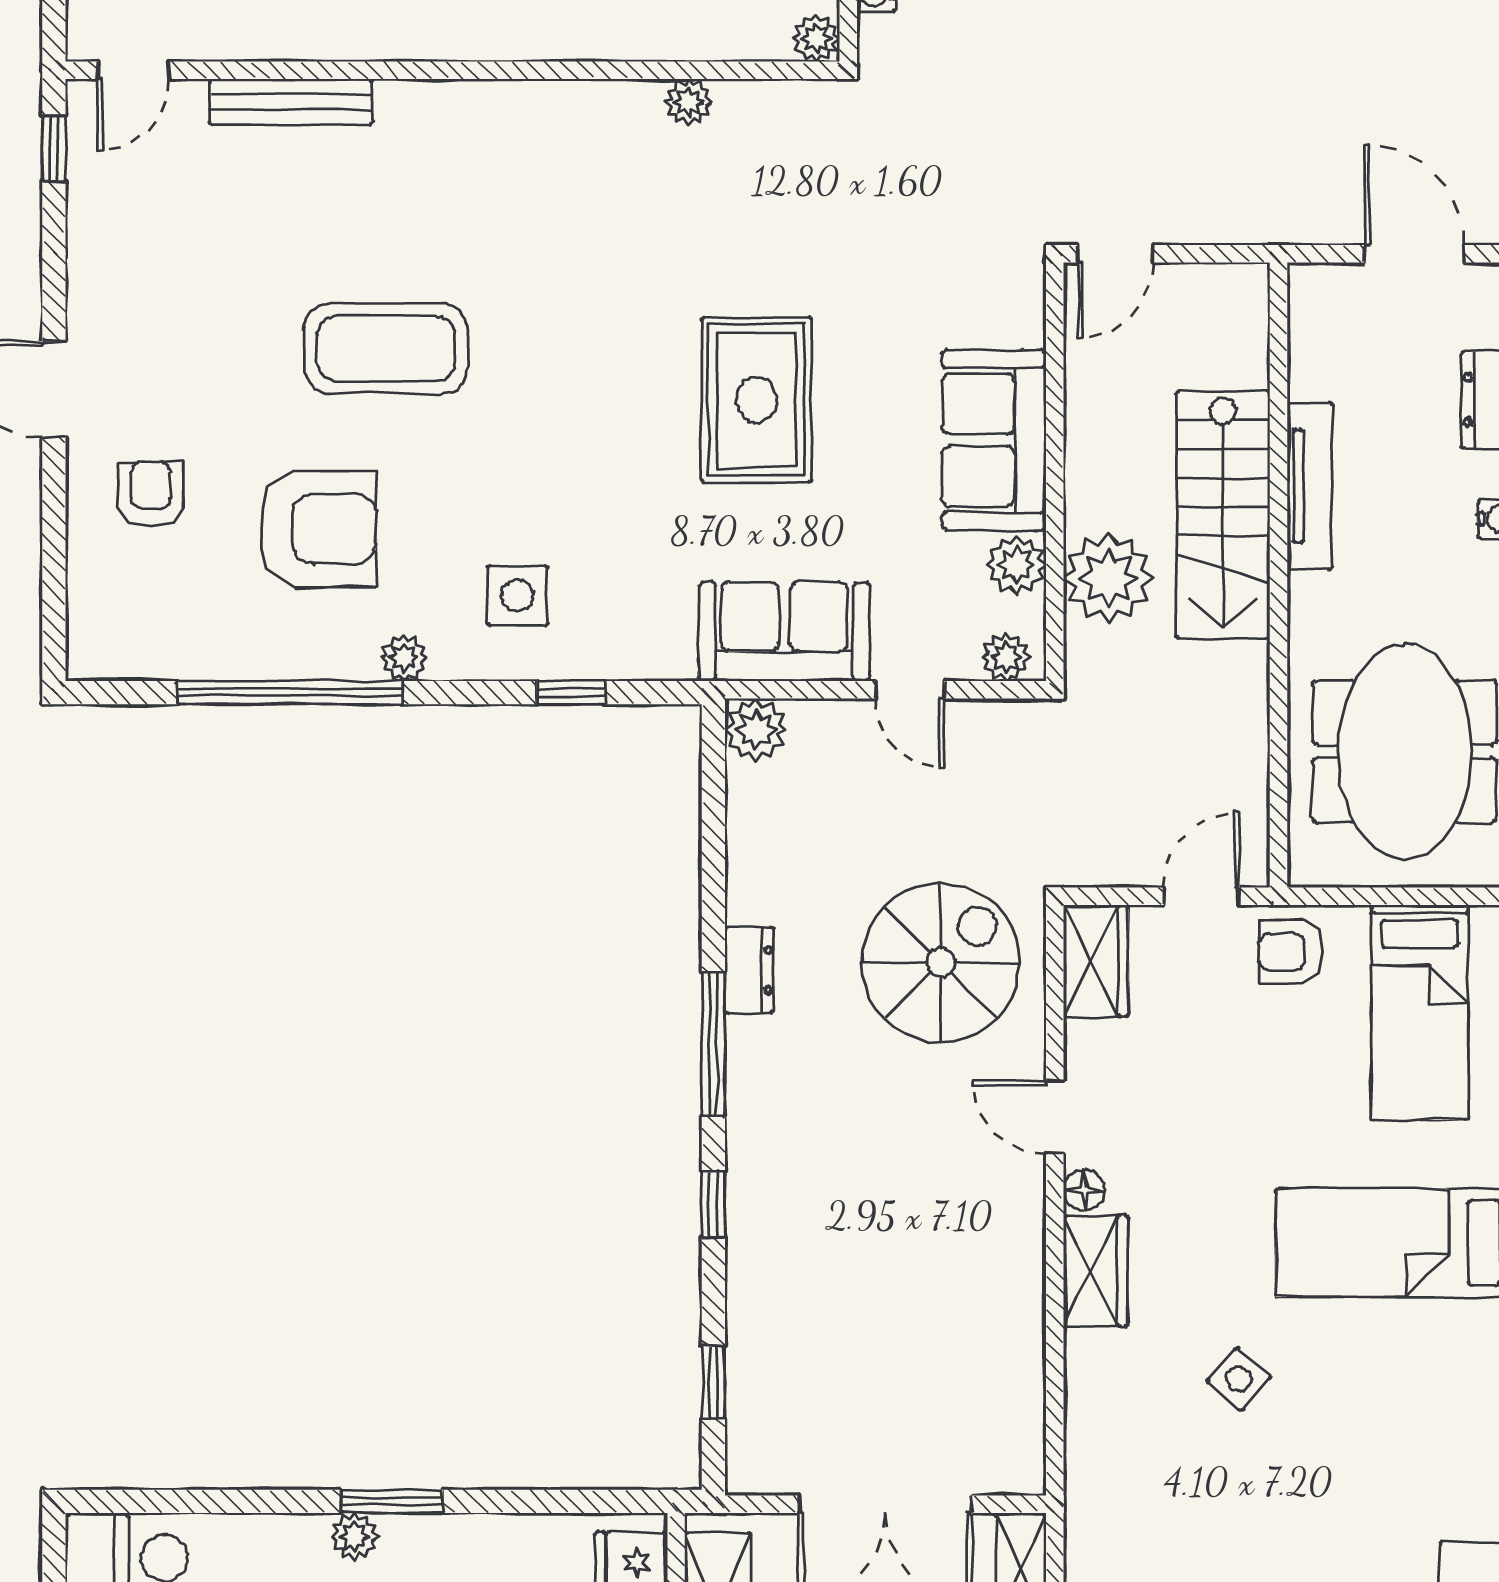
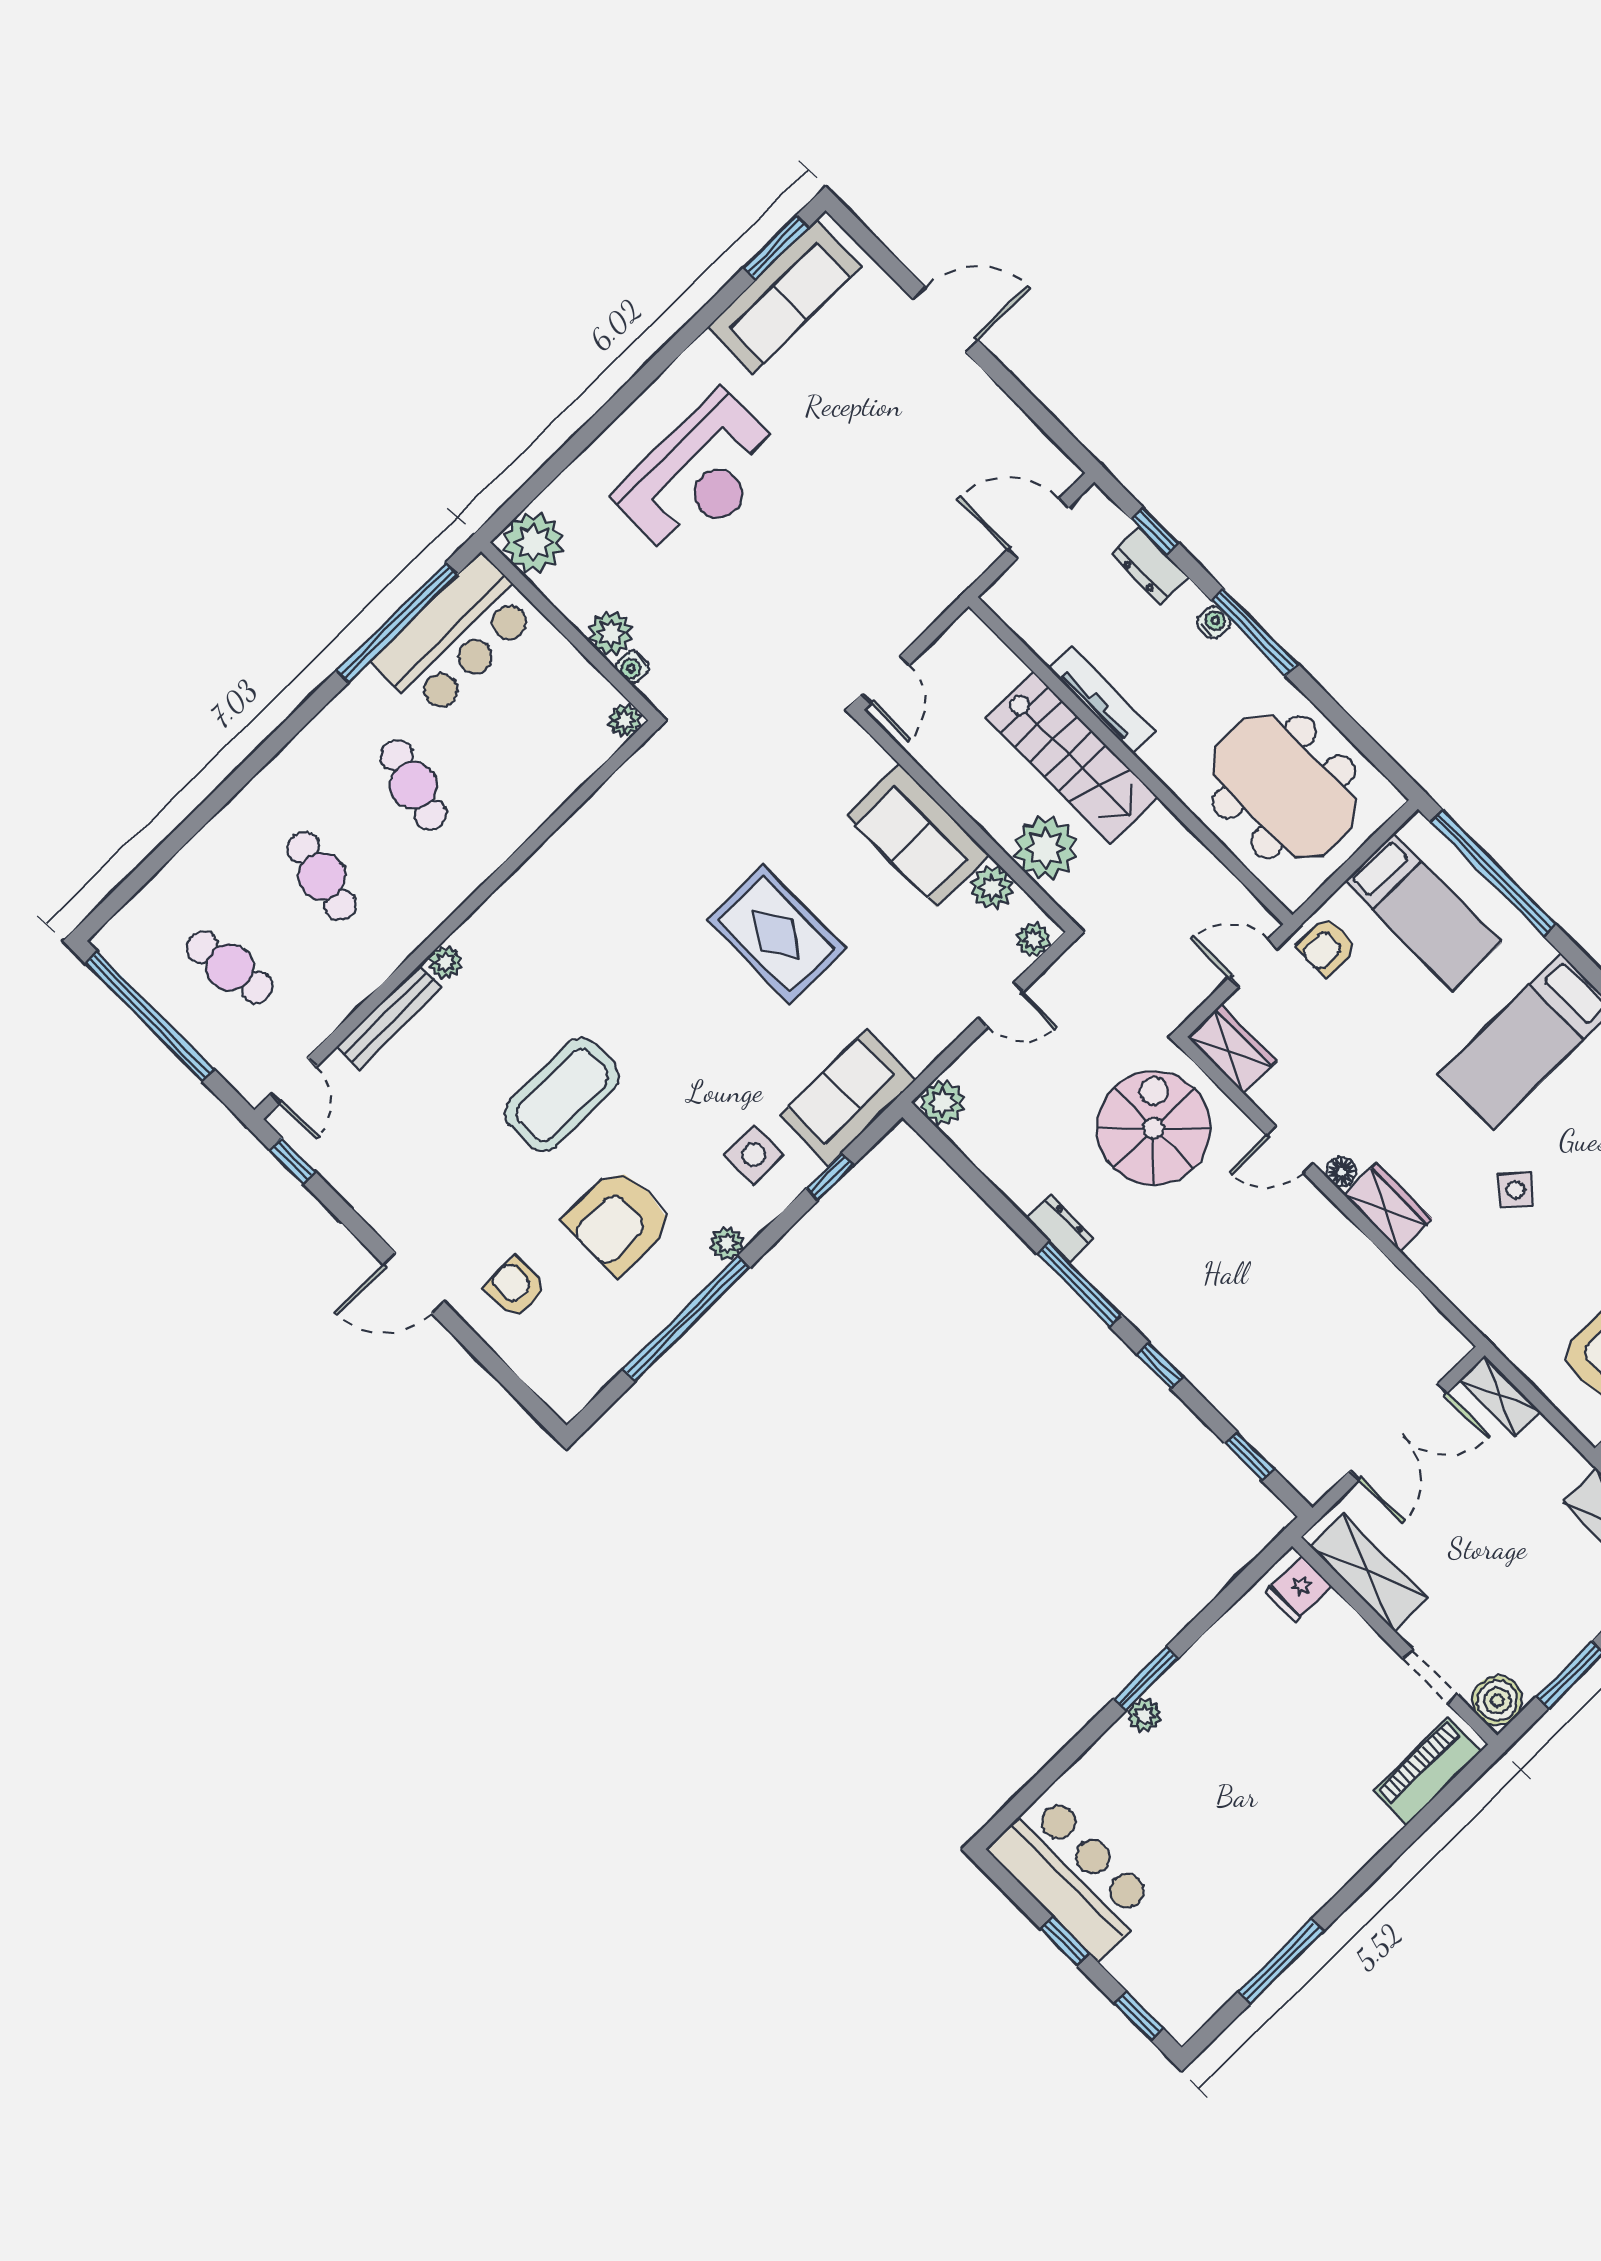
plant: (688, 102) -> (445, 962), moved
armchair: (318, 529) -> (618, 1221), turned 180
sofa: (784, 632) -> (848, 1098), moved
door: (1202, 896) -> (1253, 963), hinge flipped

